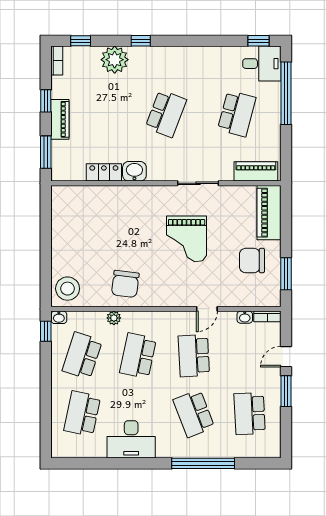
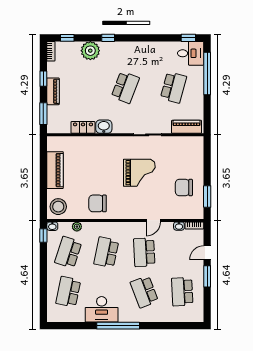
piano: (269, 213) -> (55, 170), moved, turned 180
grand piano: (187, 239) -> (139, 173), turned -90
chair: (125, 284) -> (98, 203), turned 83
plant: (114, 318) -> (77, 227), moved
window: (203, 463) -> (118, 326), moved

